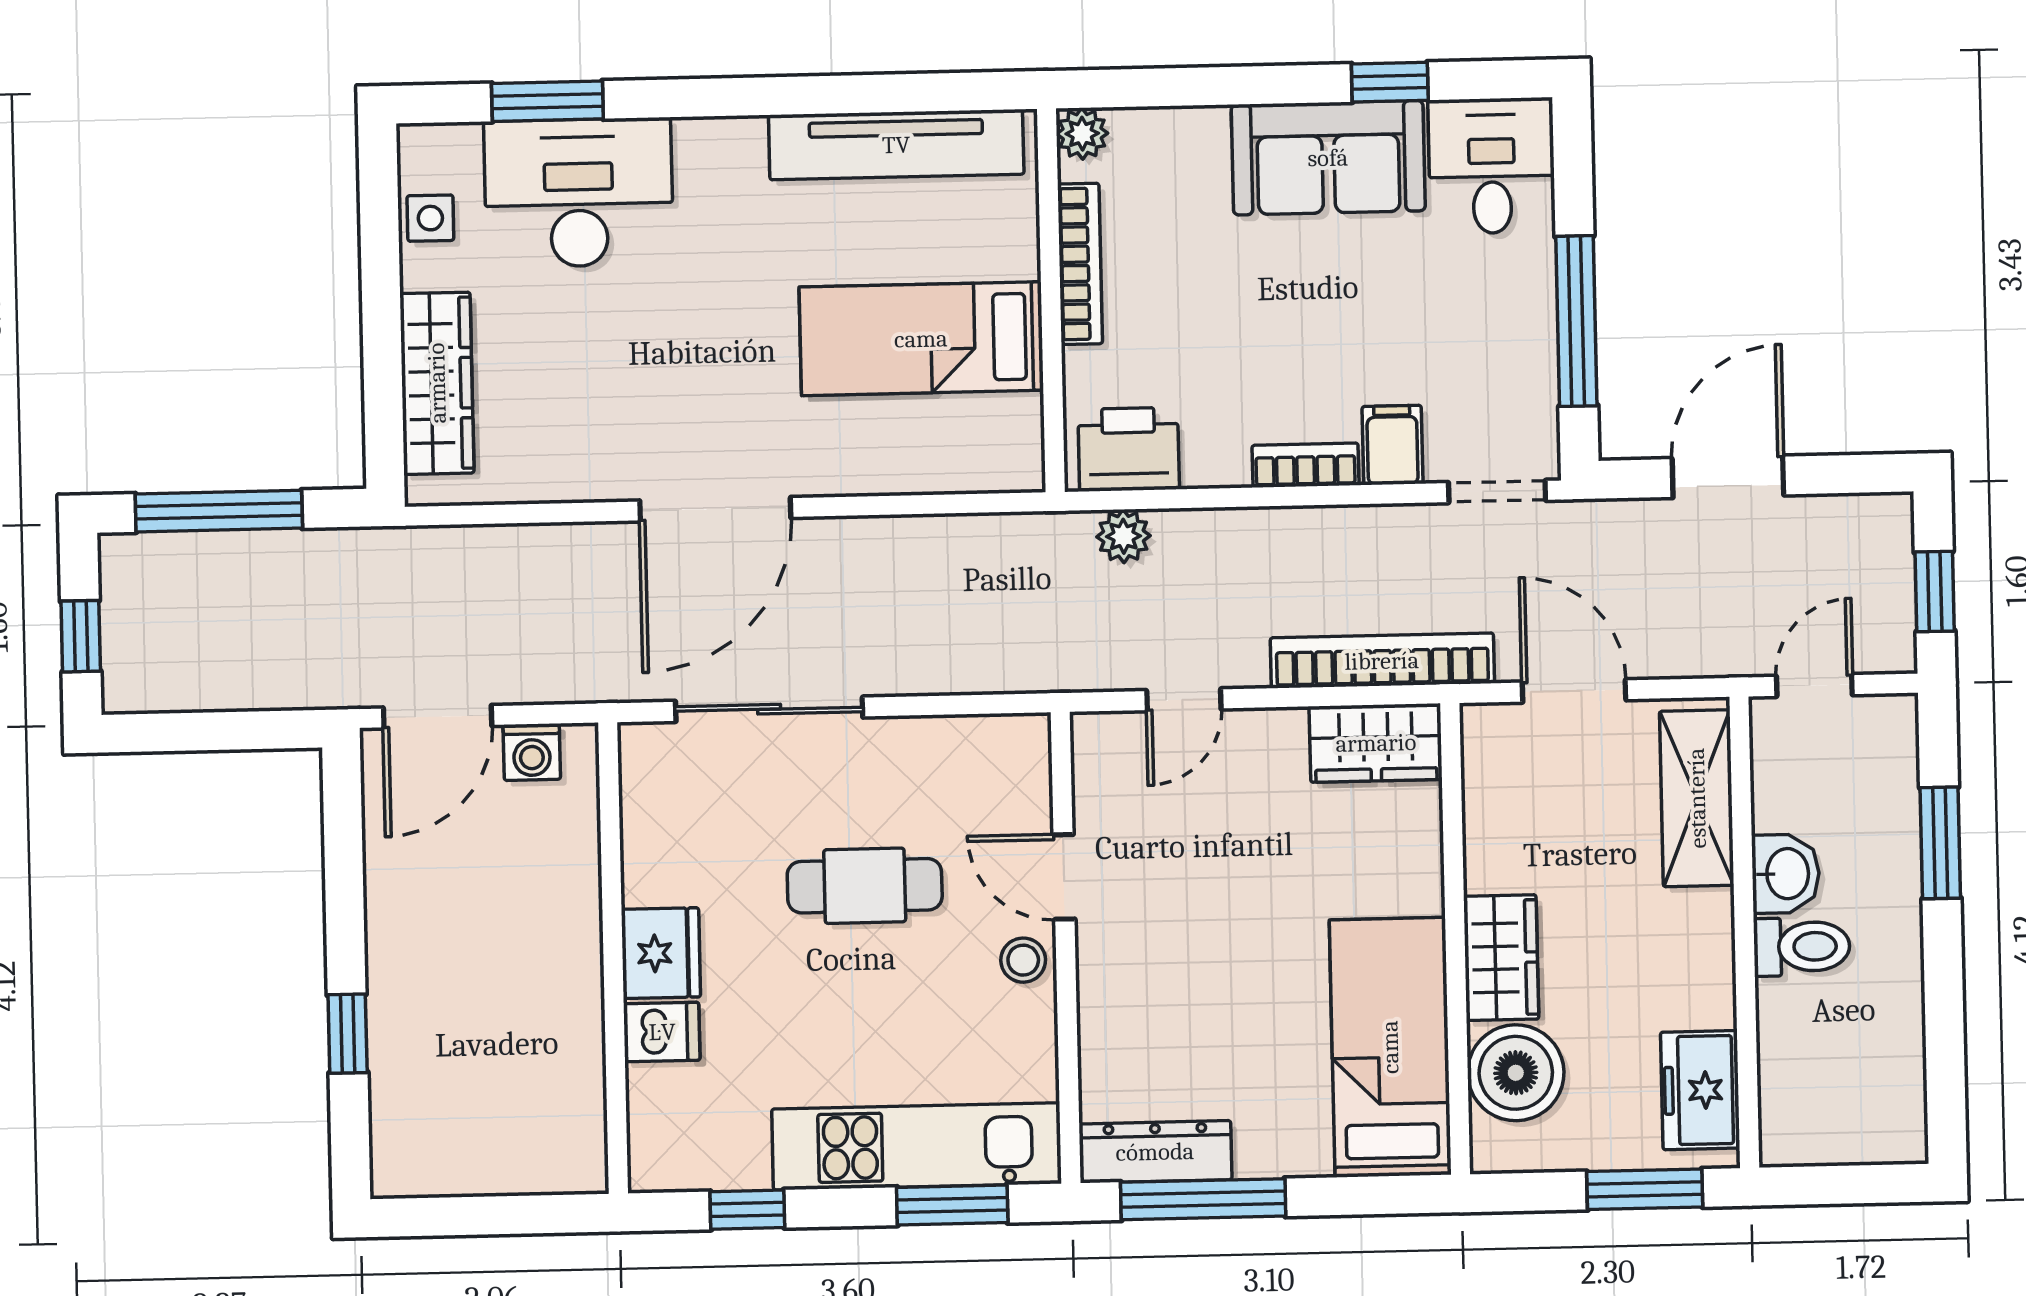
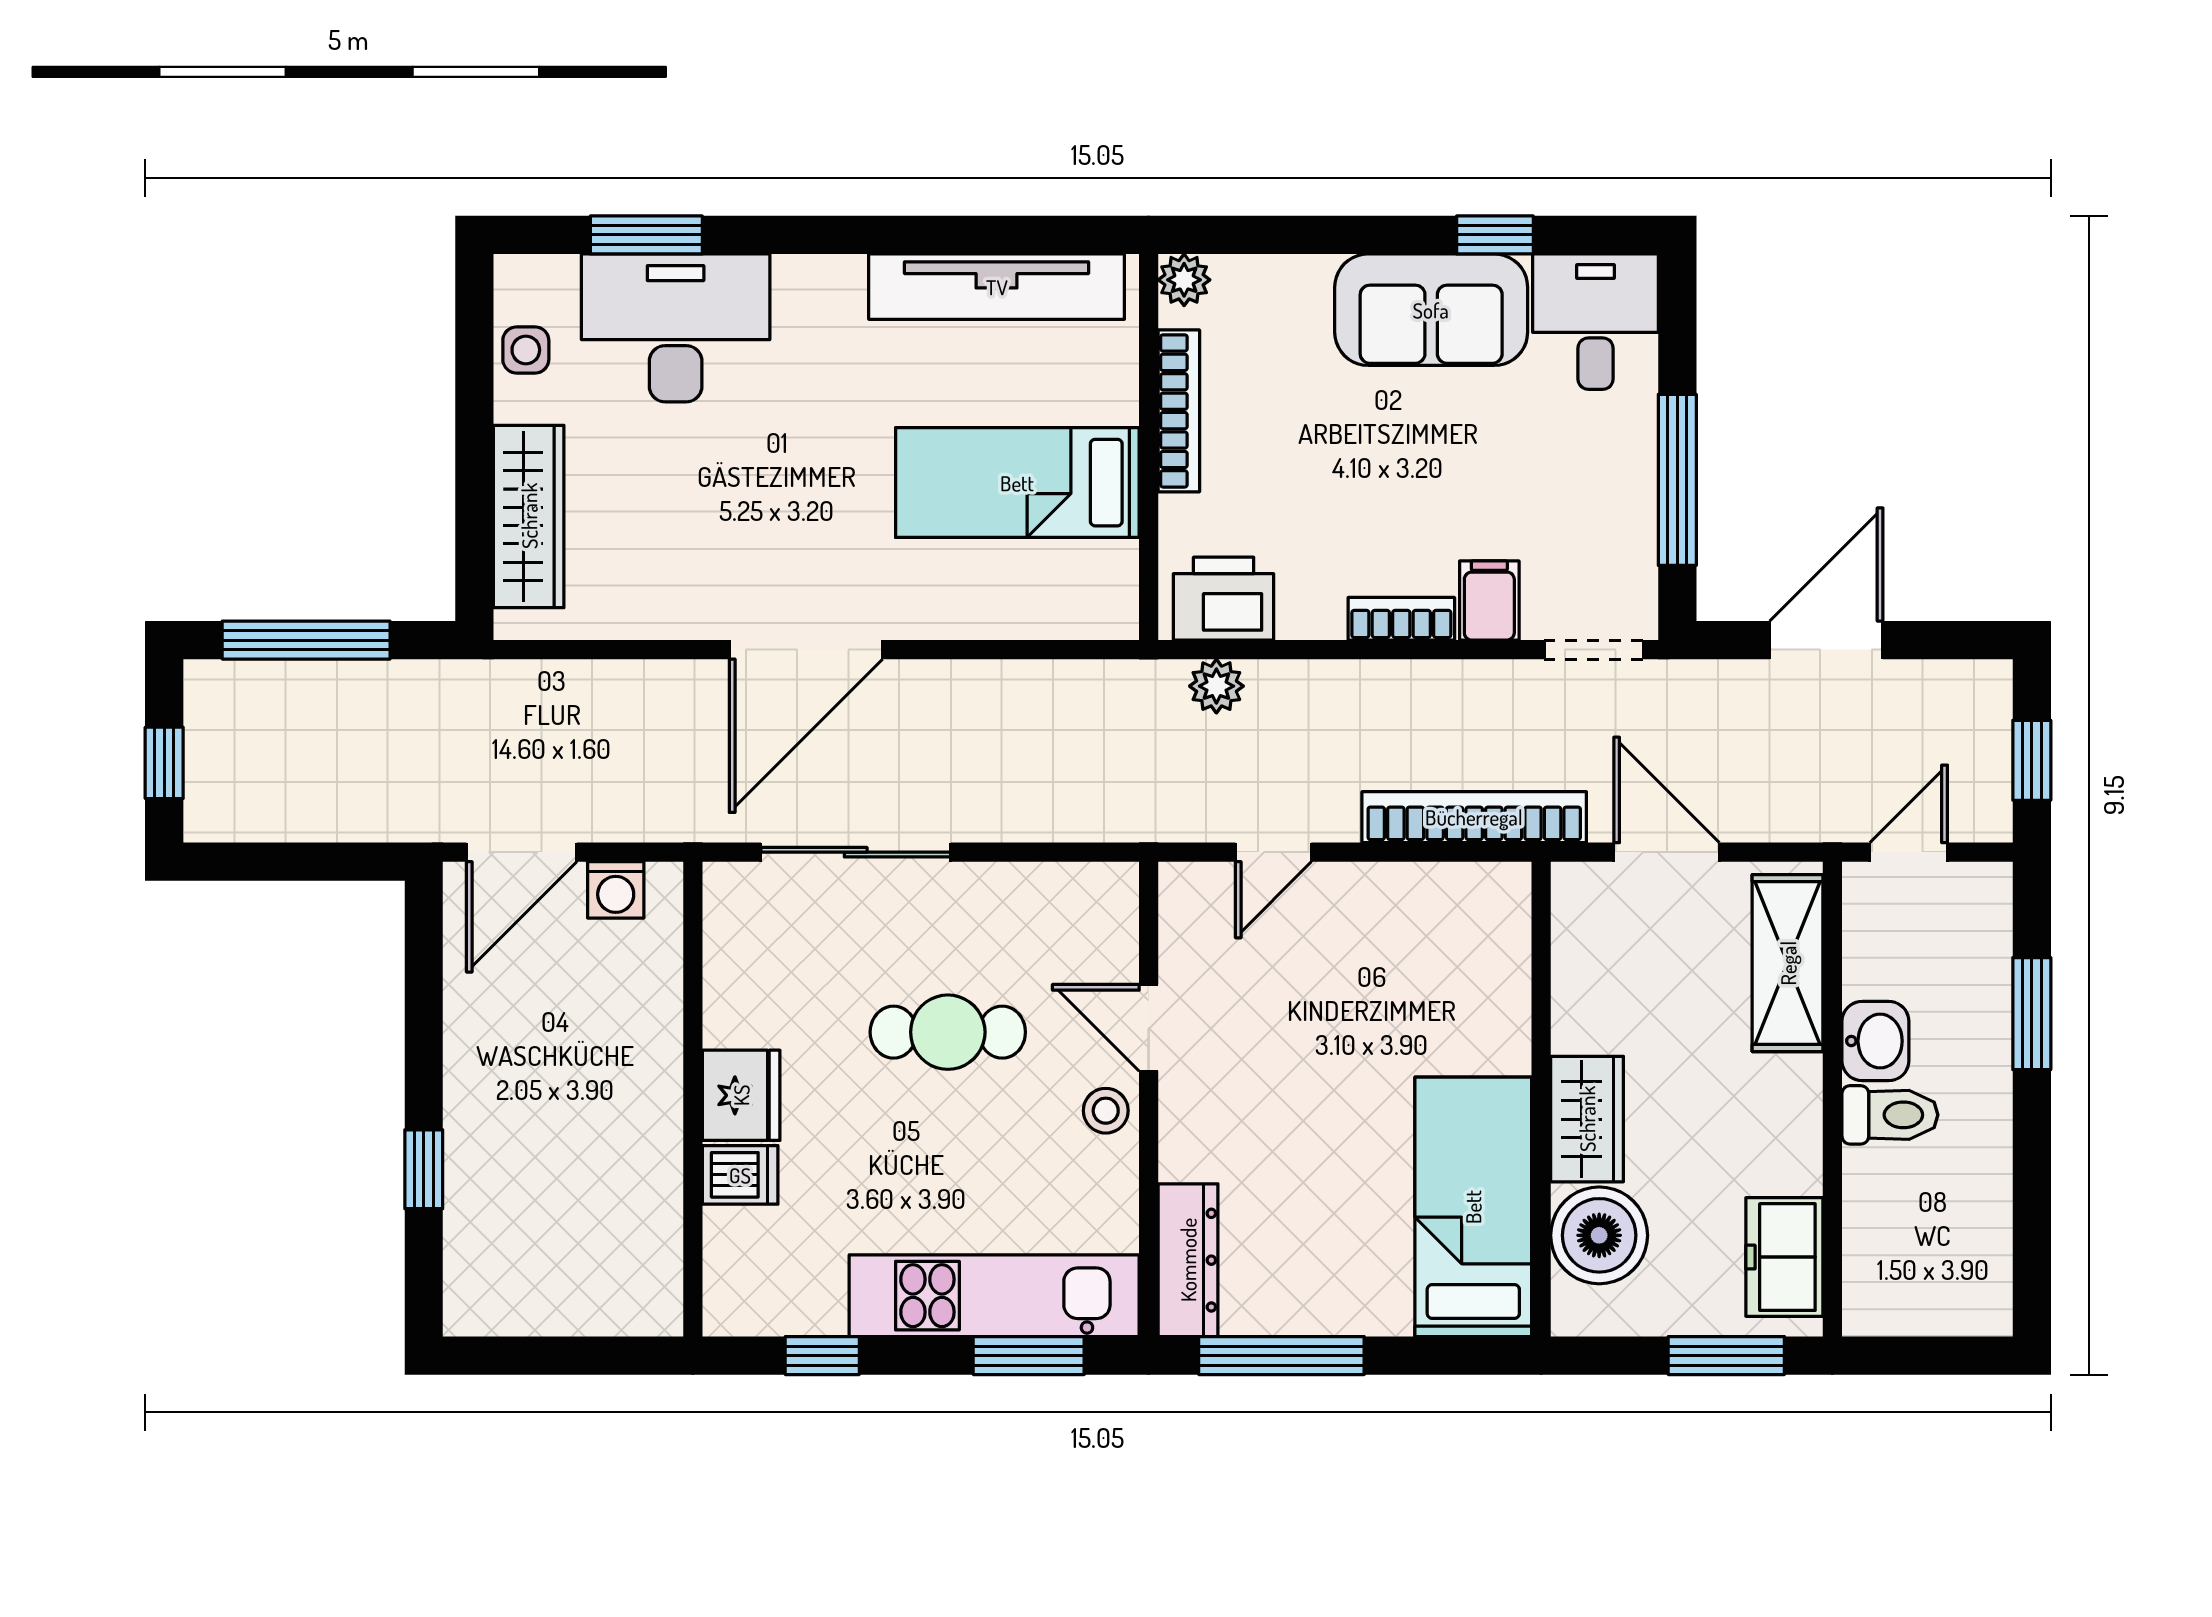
wardrobe: (1376, 743) -> (1466, 900), removed
dresser: (1155, 1152) -> (1188, 1260), moved, turned 90

